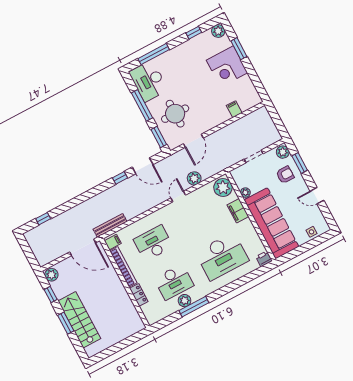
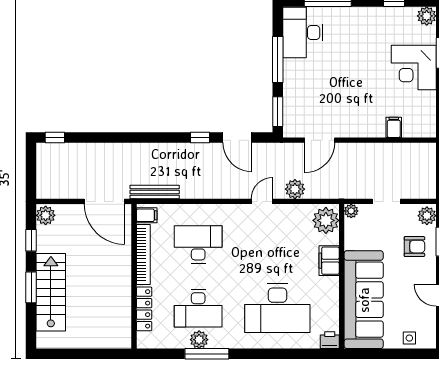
round table: (175, 114) -> (315, 93), removed
plant: (245, 193) -> (351, 211), moved
window: (43, 219) -> (55, 138), moved
locker: (139, 295) -> (144, 309), width x1.53

